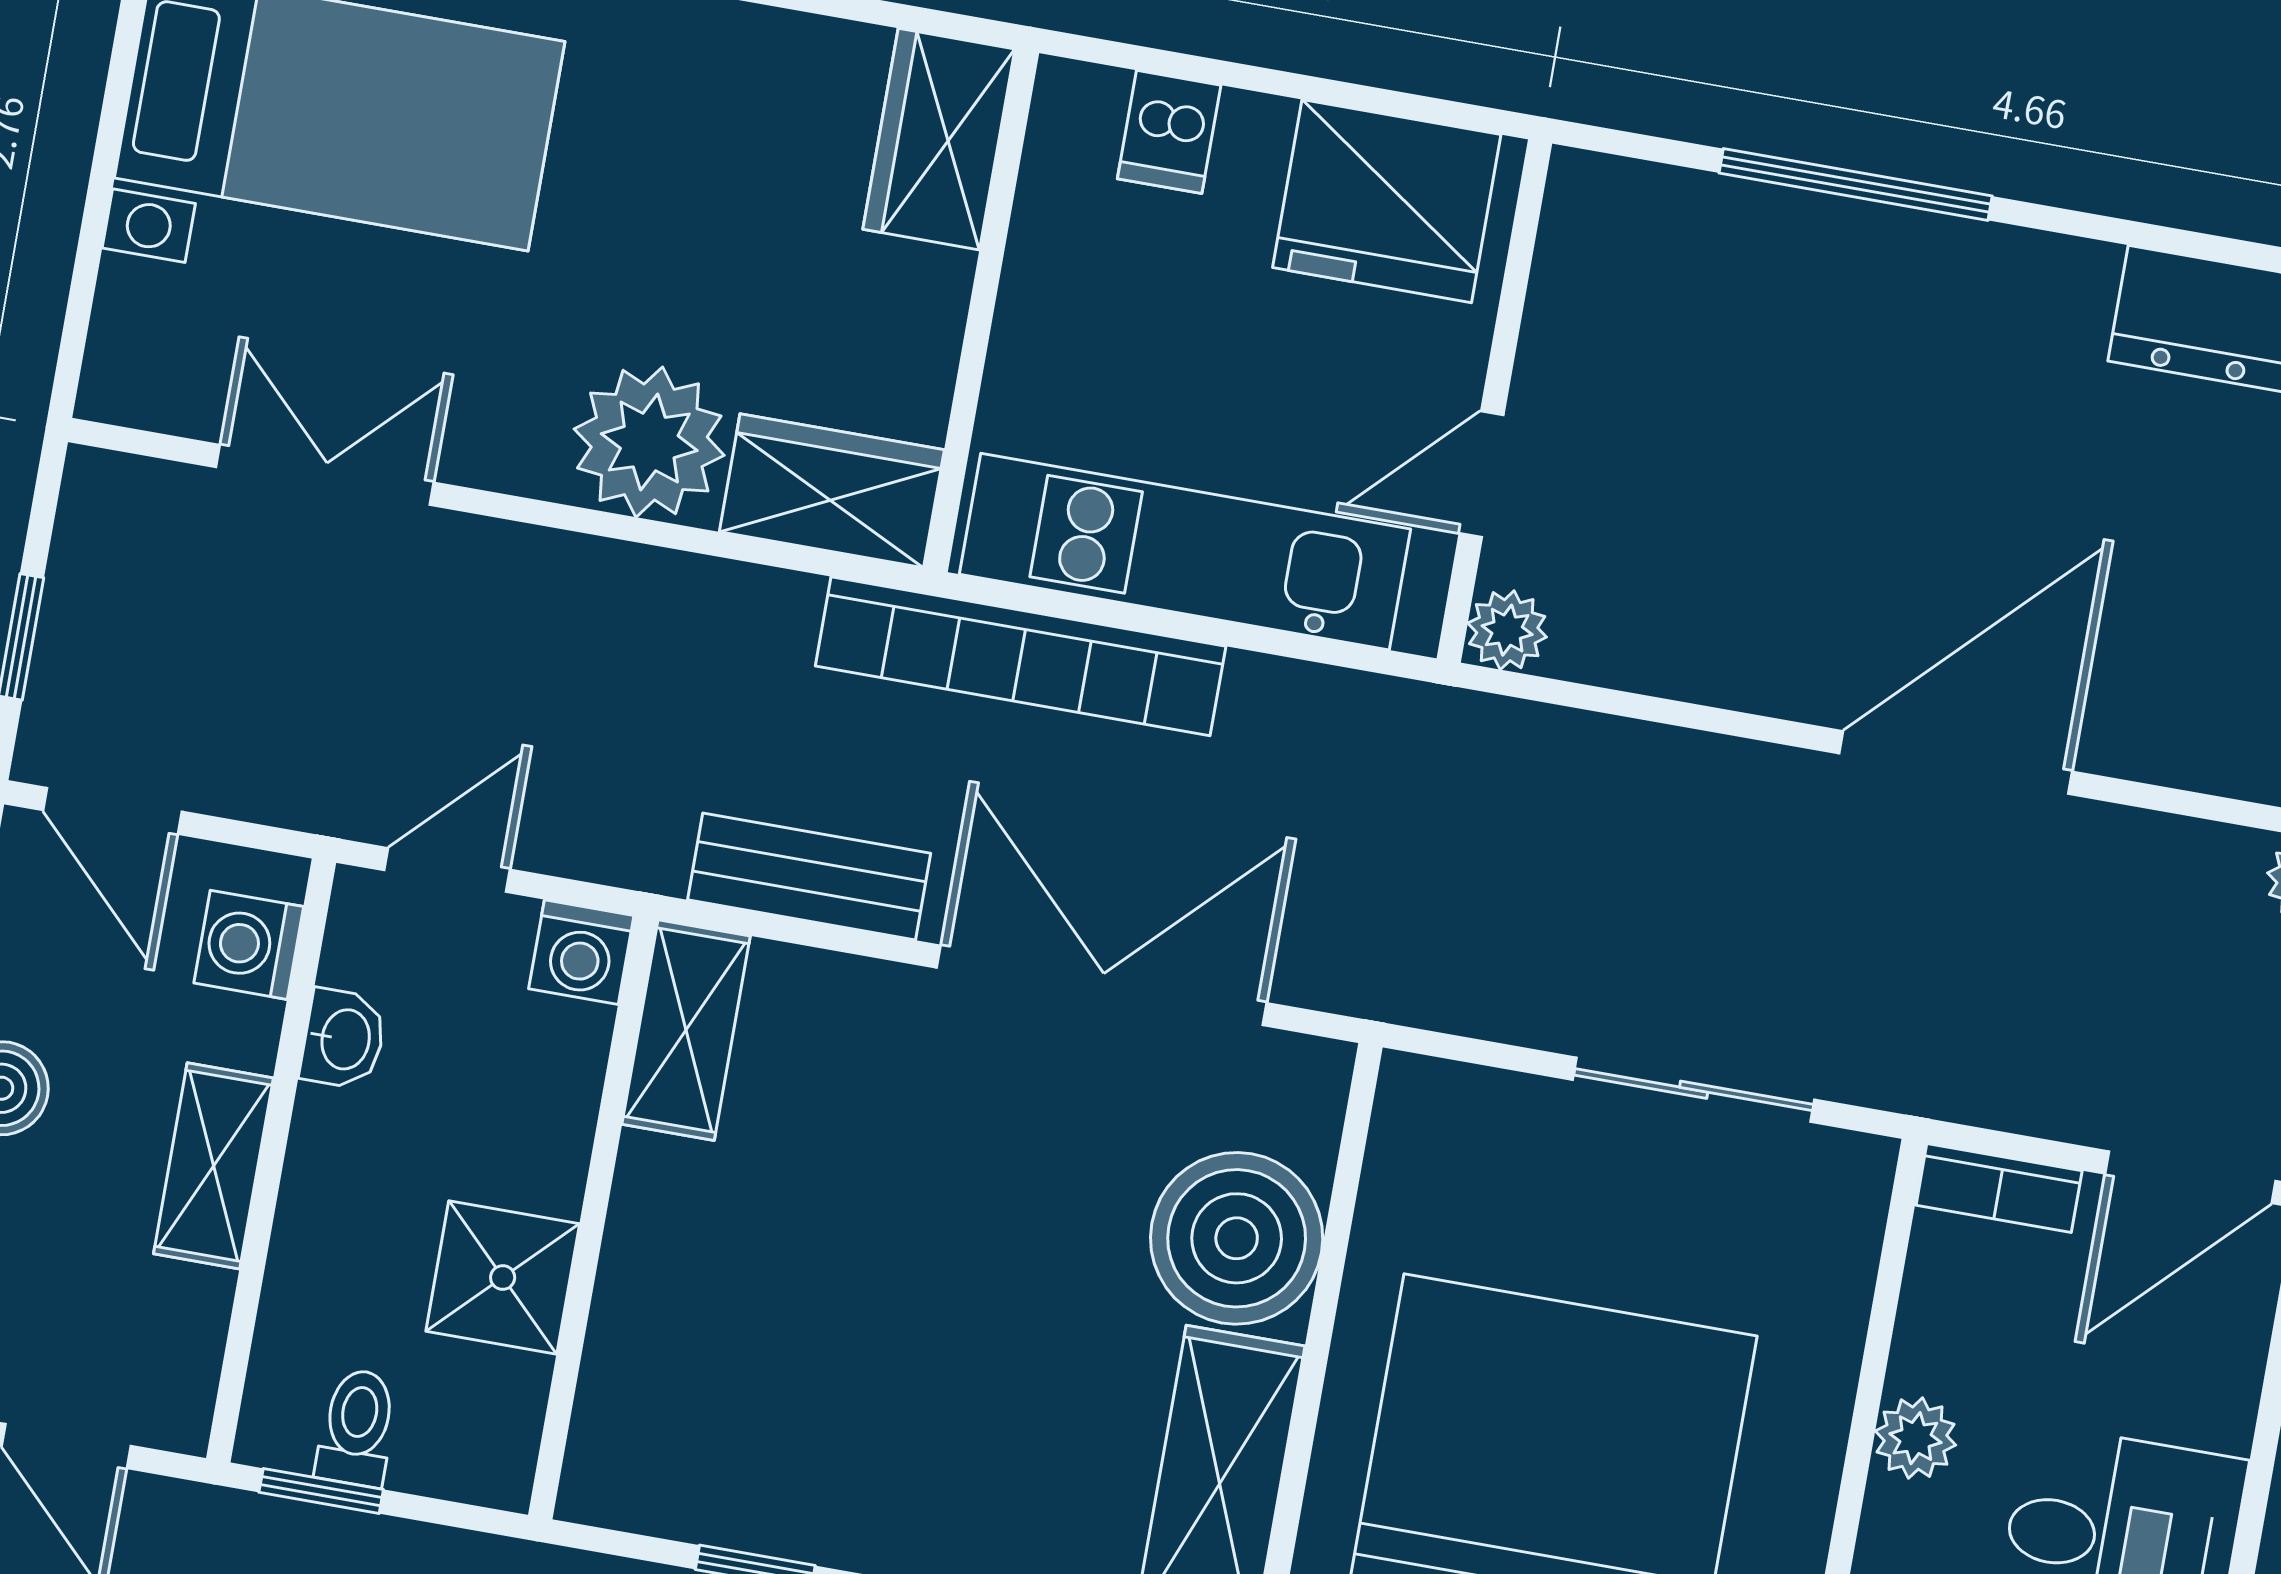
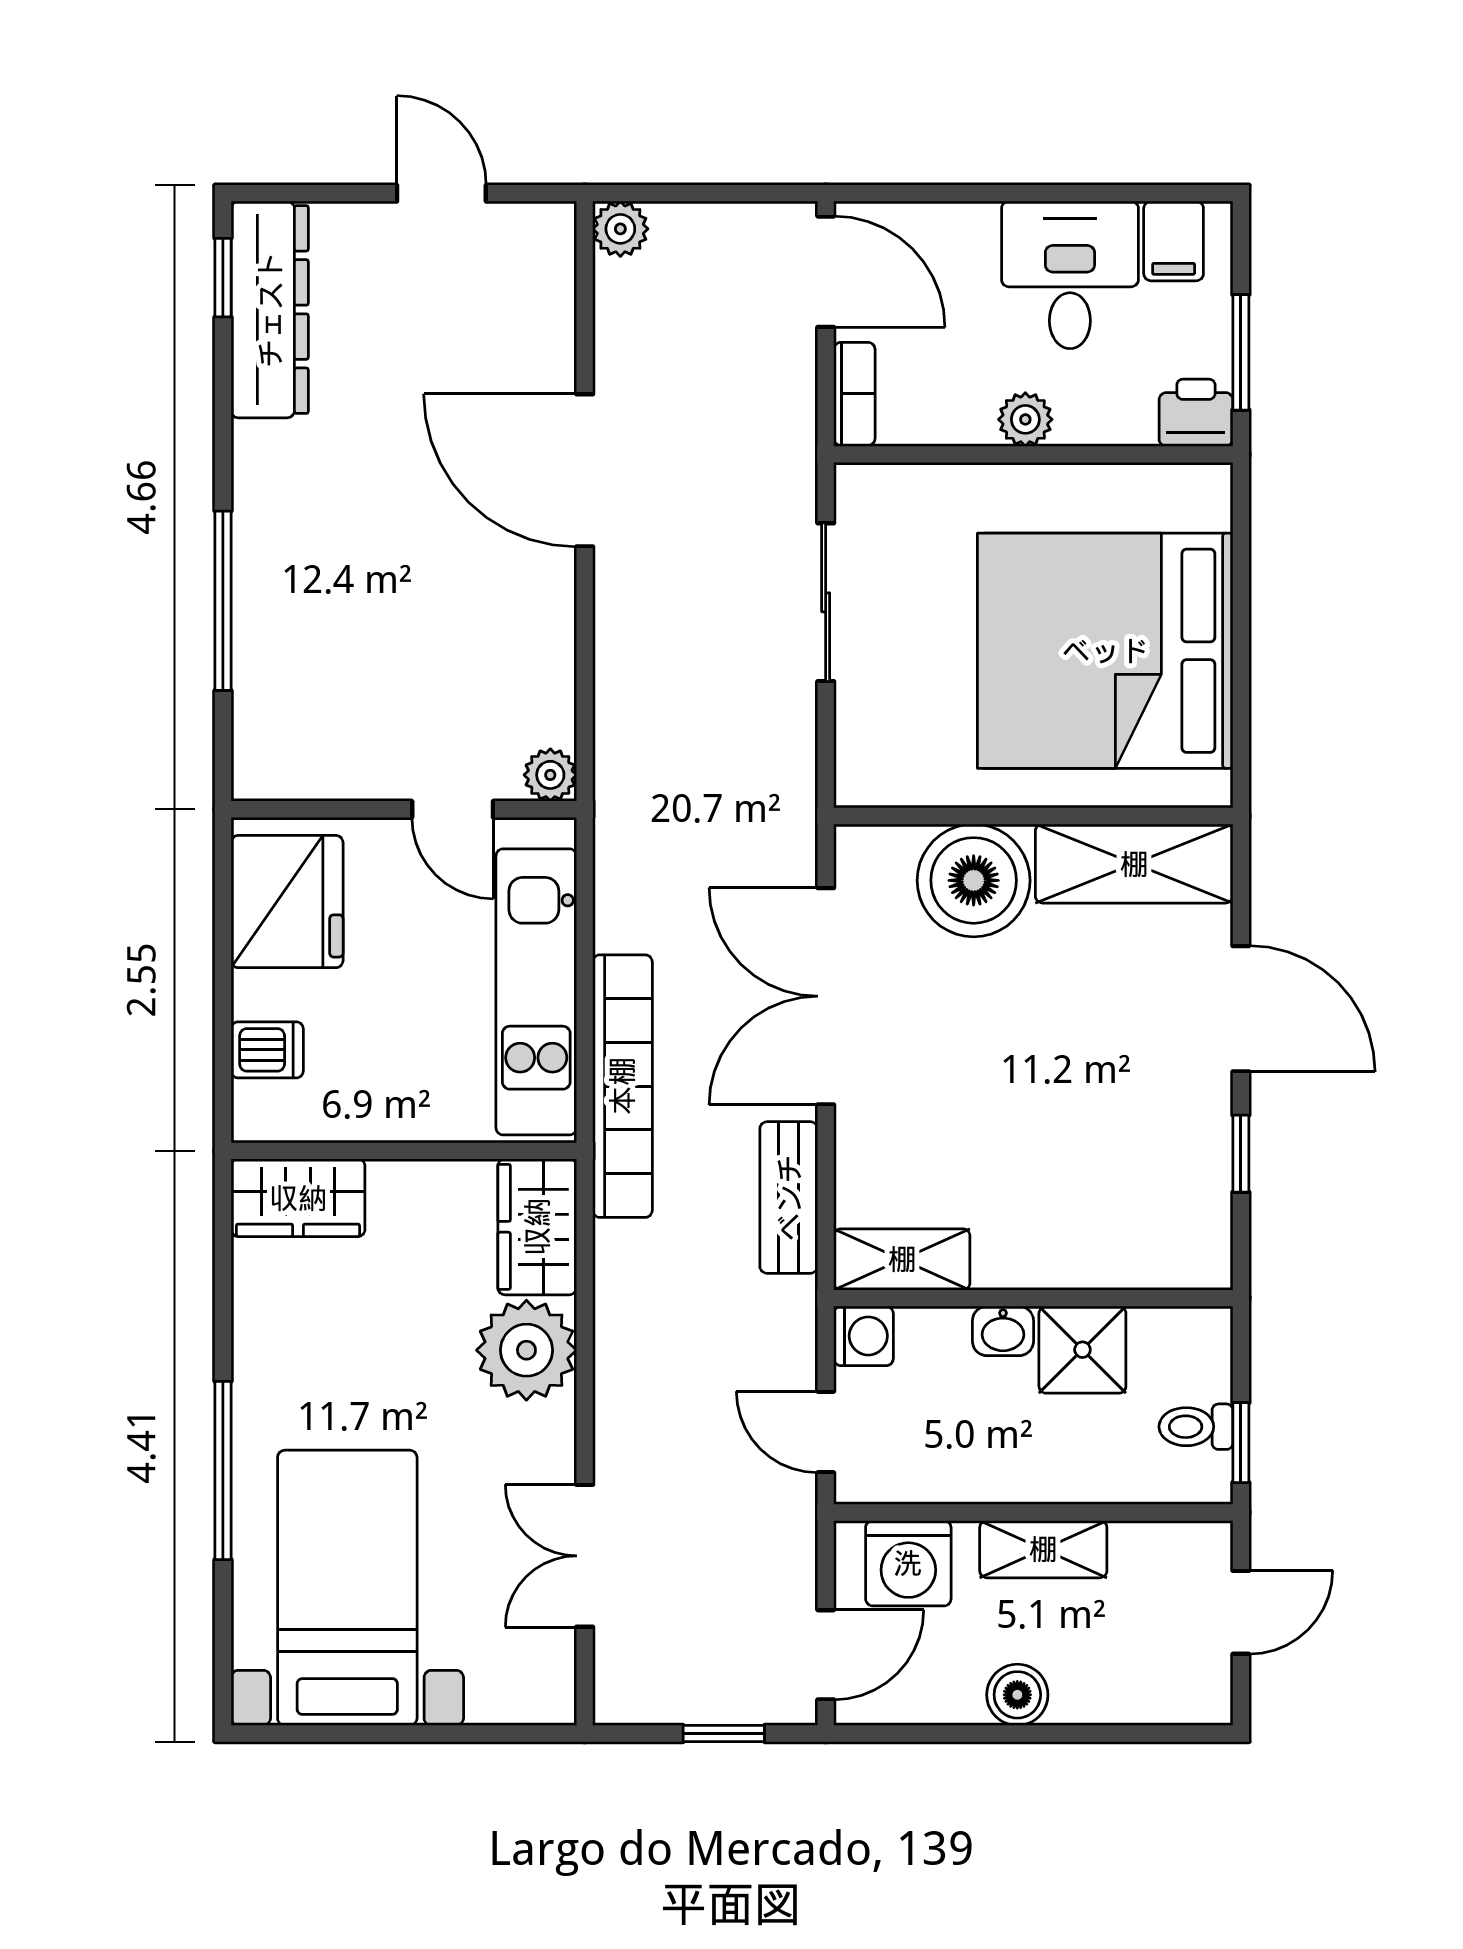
washing machine: (249, 945) -> (908, 1563), width x1.38, depth x1.38
washbasin: (343, 1039) -> (1003, 1331), moved, turned 180

